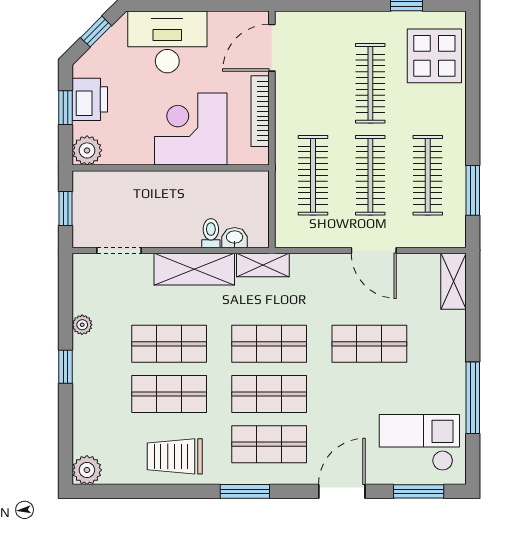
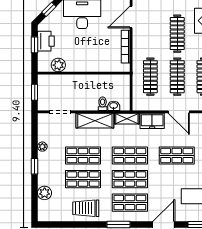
corner desk: (191, 129) -> (93, 55), removed
plant: (87, 150) -> (58, 65), moved
freezer: (317, 270) -> (152, 121), added
plant: (87, 470) -> (45, 193), moved

